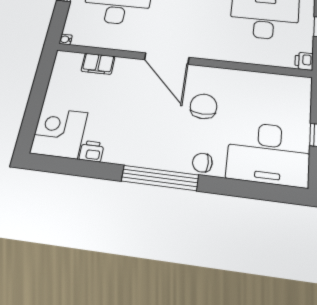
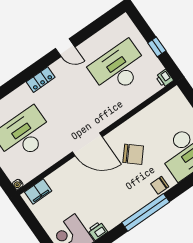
filing cabinet: (98, 64) -> (38, 191), moved
chair: (204, 106) -> (133, 154), turned 131

